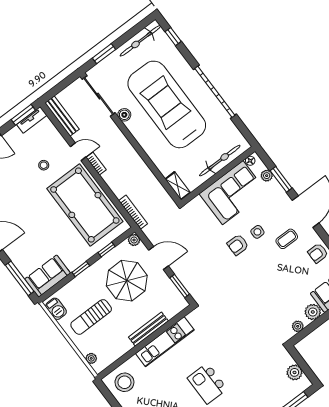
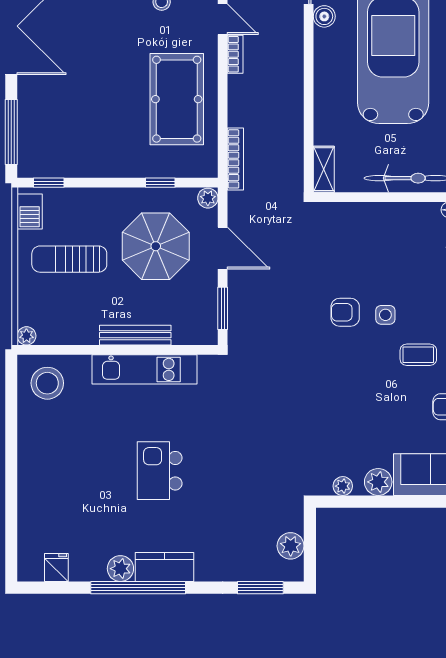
corner sofa: (233, 193) -> (392, 236), removed
pool table: (85, 205) -> (177, 99), width x0.73, depth x0.76
window: (81, 269) -> (49, 183), moved
sofa: (48, 276) -> (52, 158), removed
plant: (91, 358) -> (26, 336), moved

